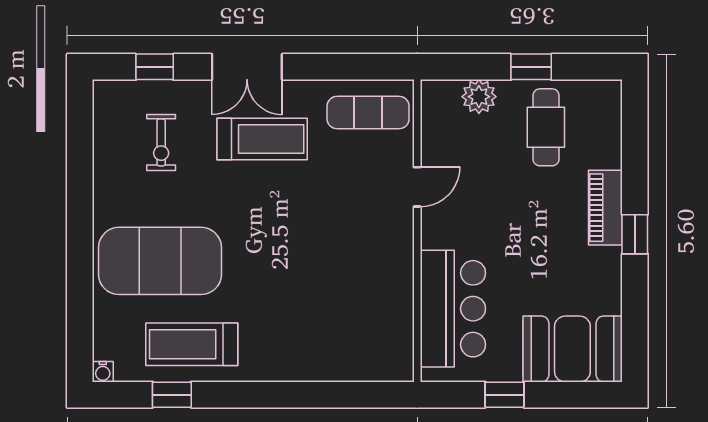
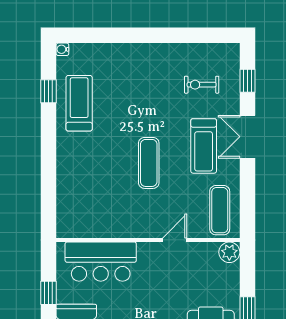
plant: (479, 97) -> (229, 252), moved
door: (417, 187) -> (175, 240), swing flipped
exercise mat: (160, 261) -> (149, 163), moved, width x0.50, depth x0.69

